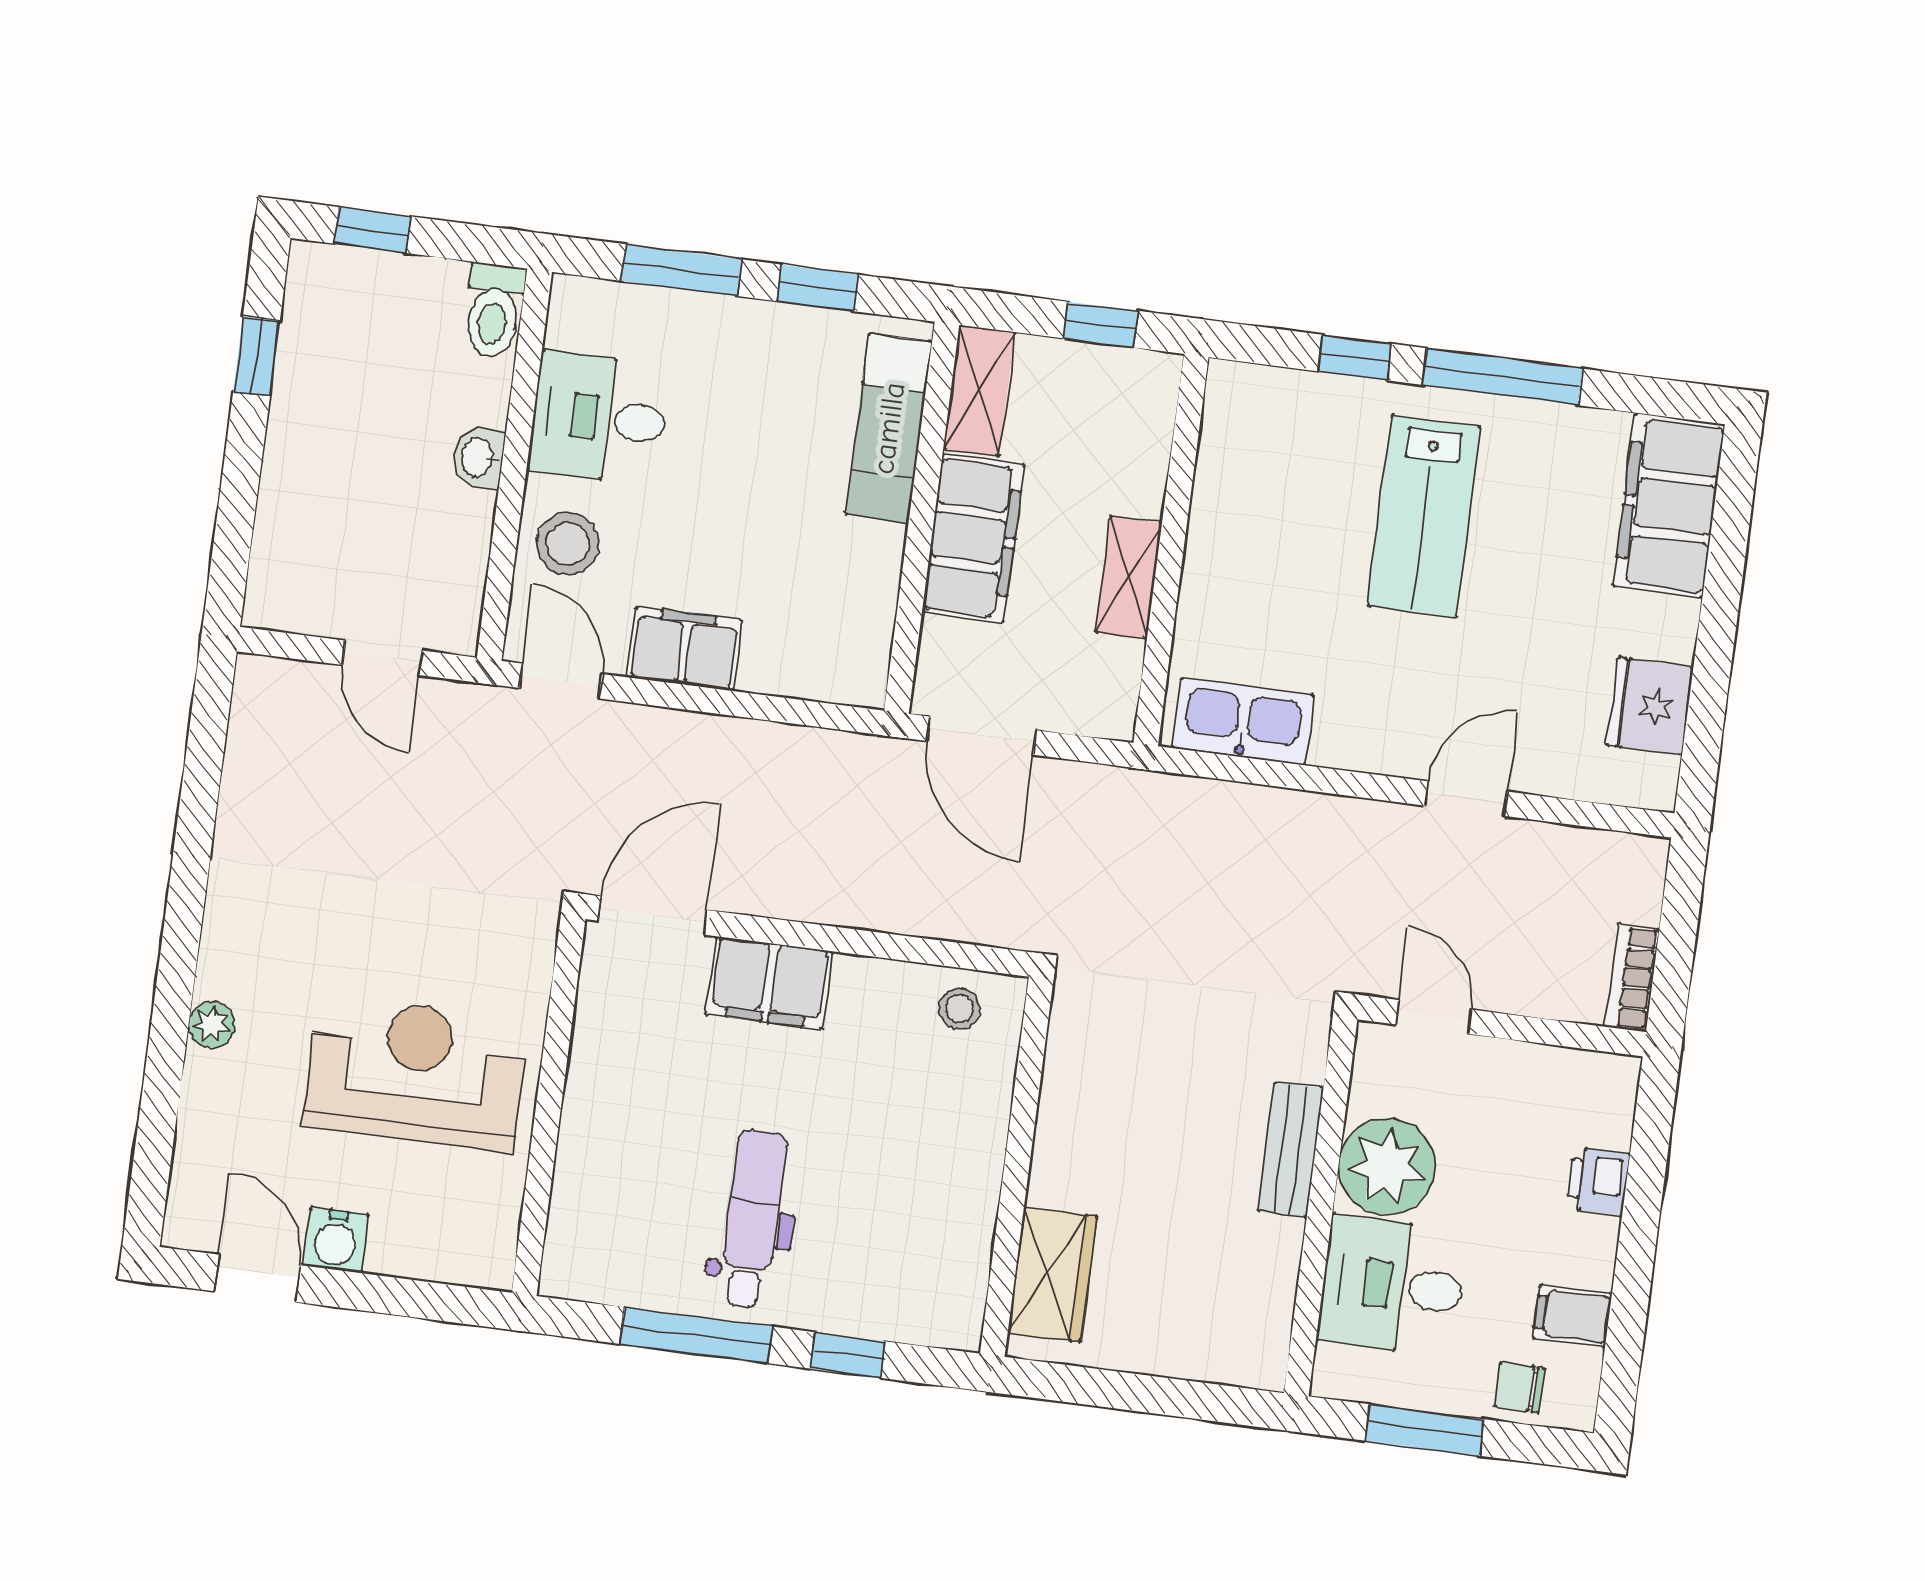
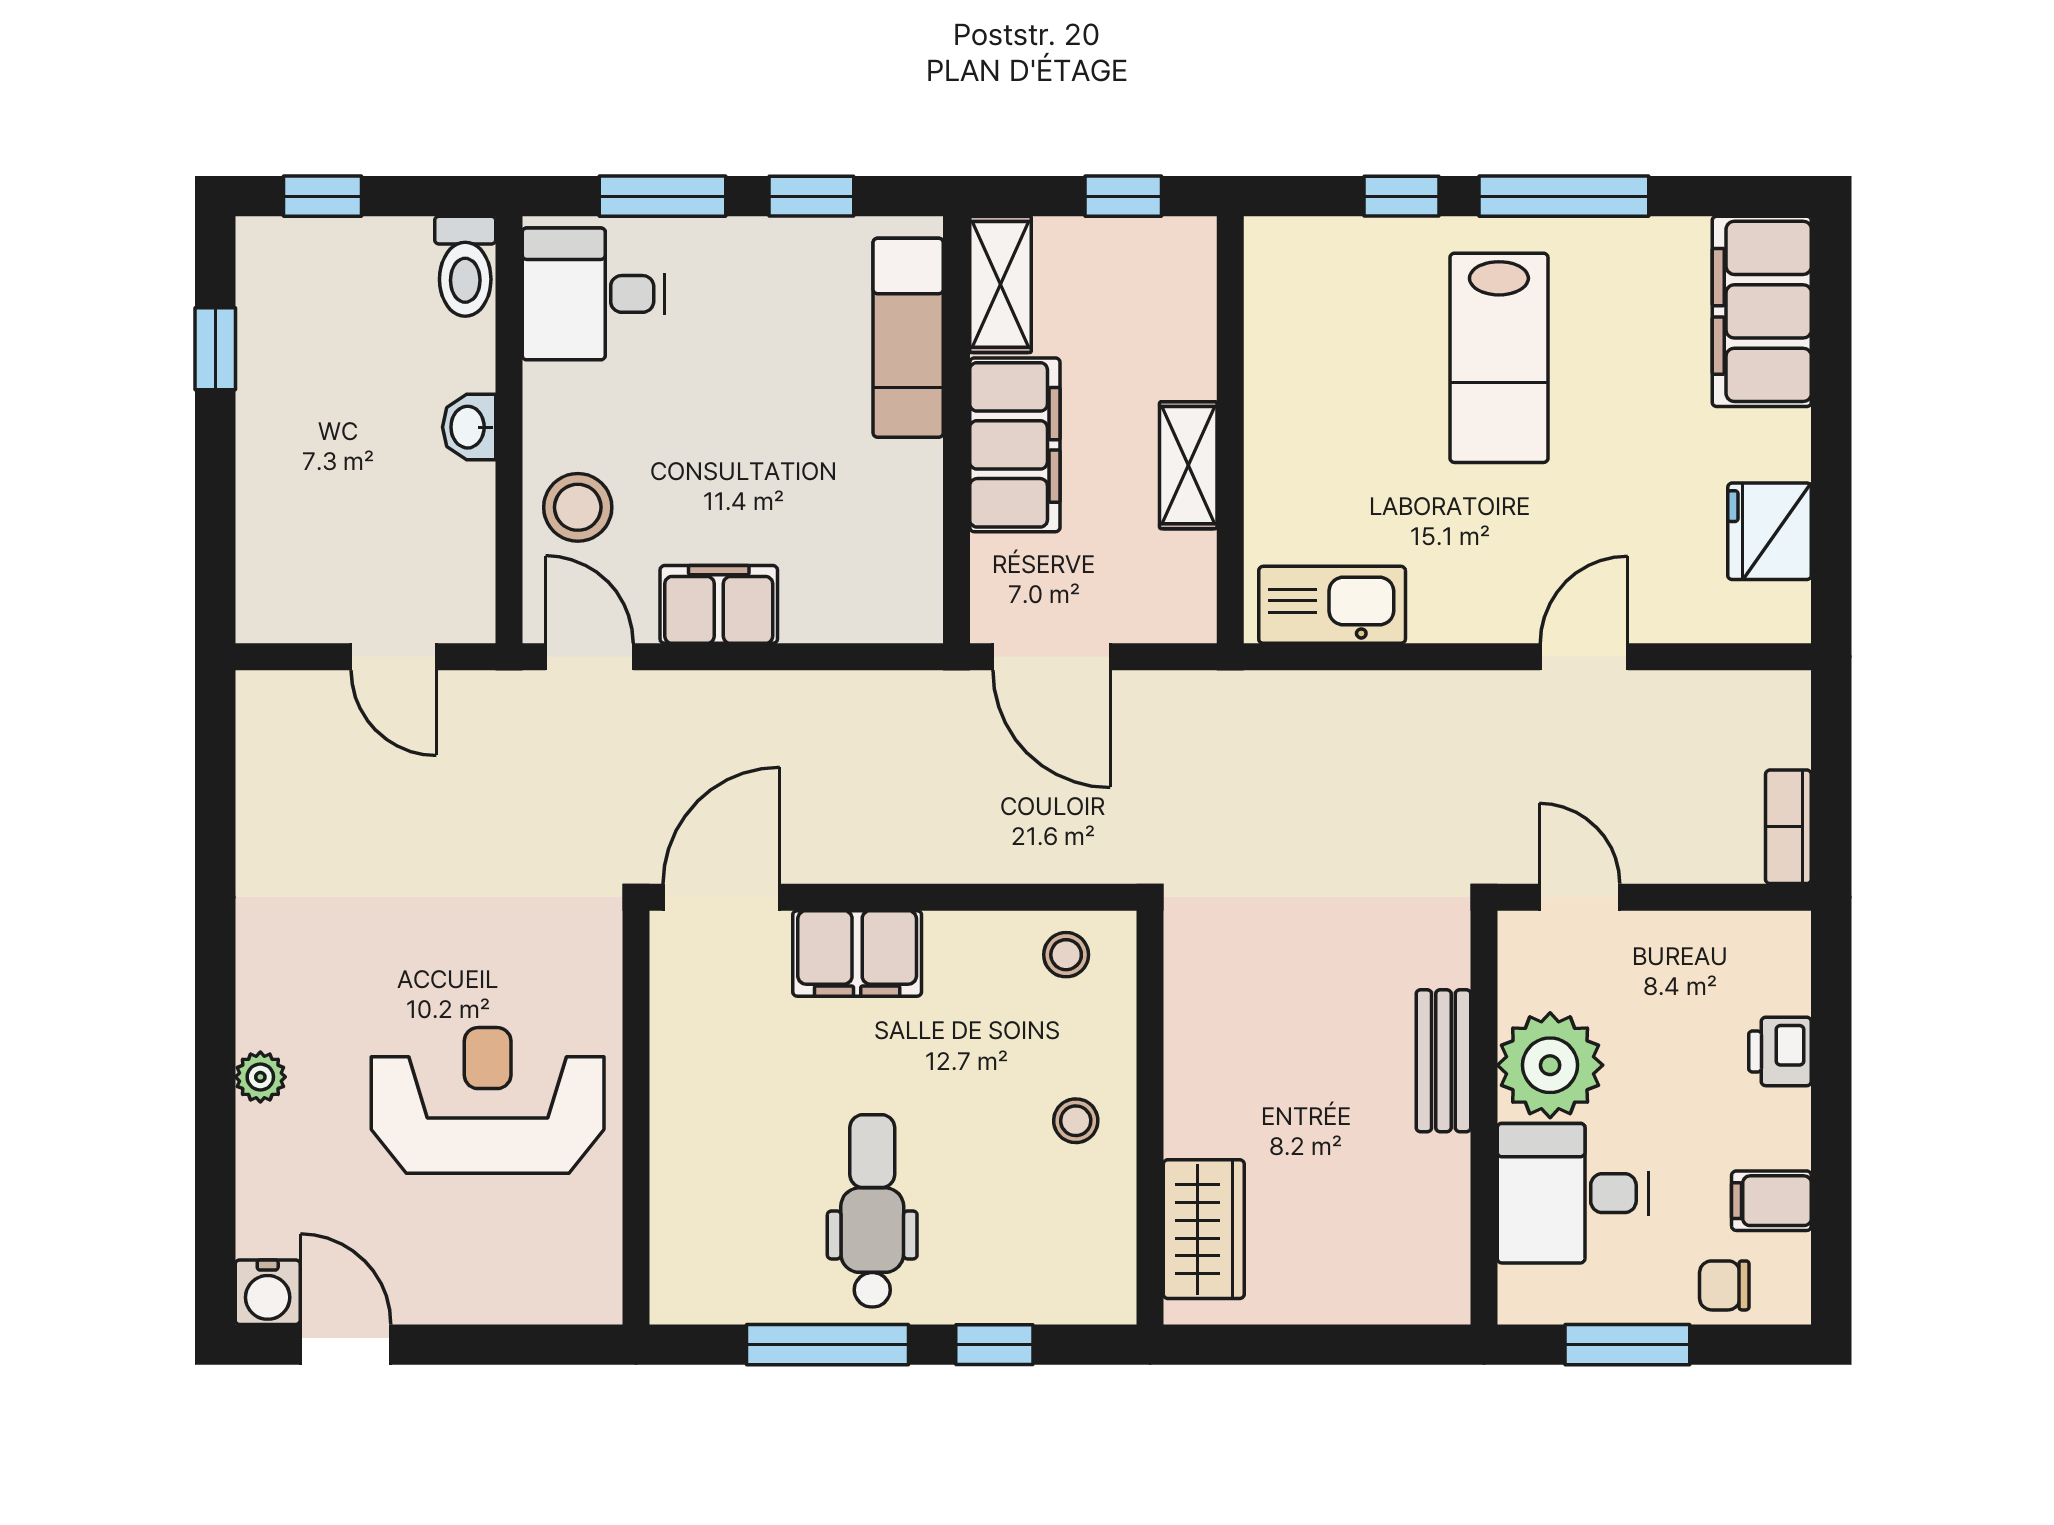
desk: (599, 418) -> (594, 294), moved
stool: (949, 1161) -> (1076, 1121), added
water cooler: (336, 1240) -> (268, 1292), moved

